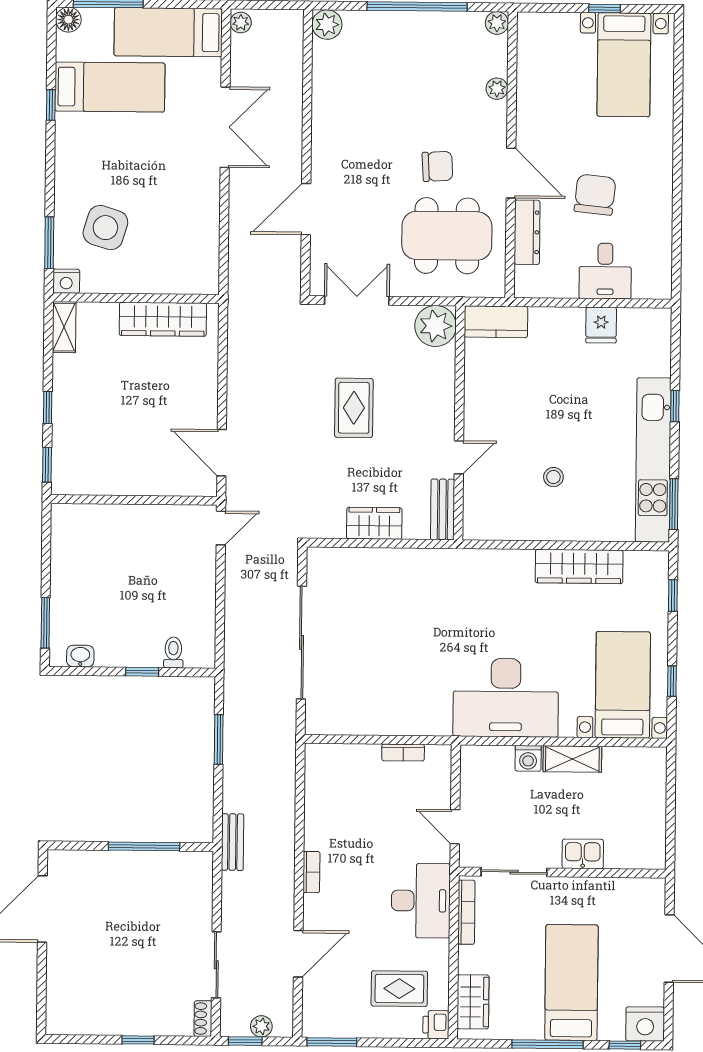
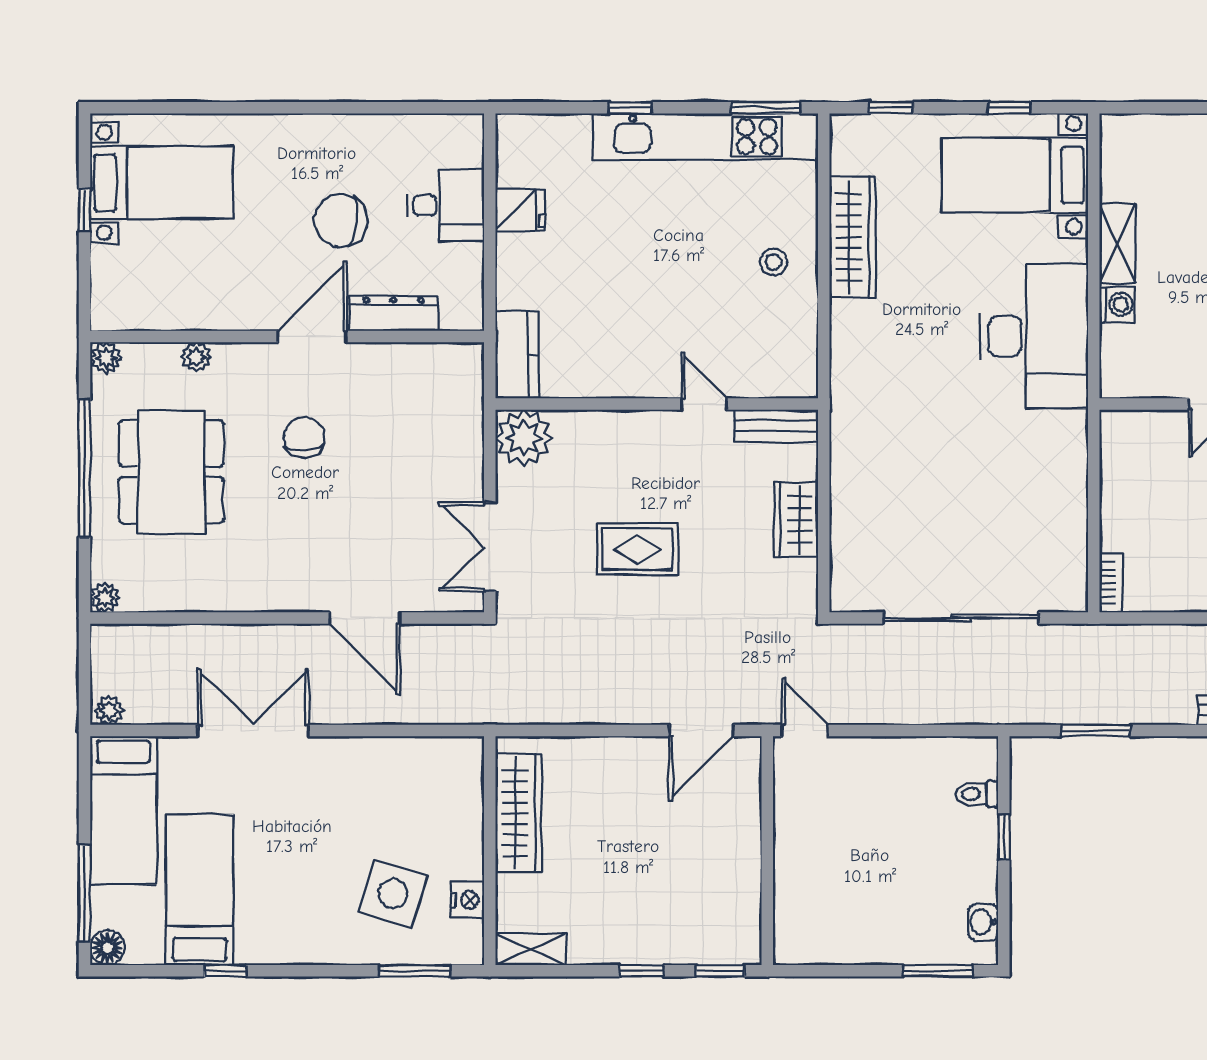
plant: (327, 25) -> (105, 597), width x0.73, depth x0.73
dining table: (447, 236) -> (171, 472), moved
nightstand: (66, 281) -> (467, 900), moved
stool: (553, 477) -> (773, 262), moved
bookcase: (403, 753) -> (1111, 583), moved

